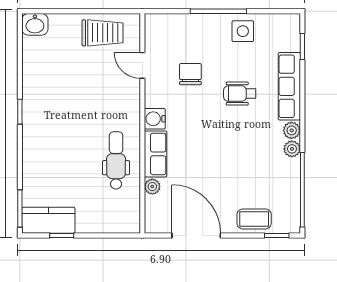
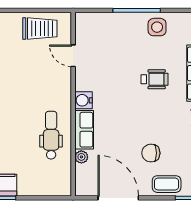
chair: (190, 74) -> (151, 153), moved, turned -90
wheelchair: (240, 94) -> (155, 79), turned 180

